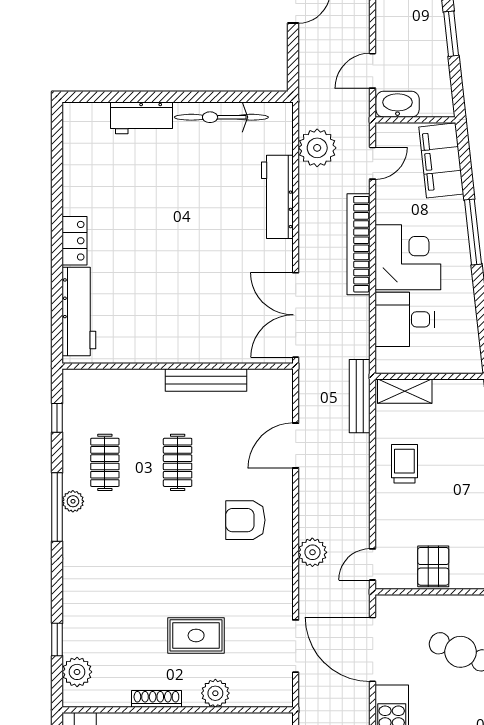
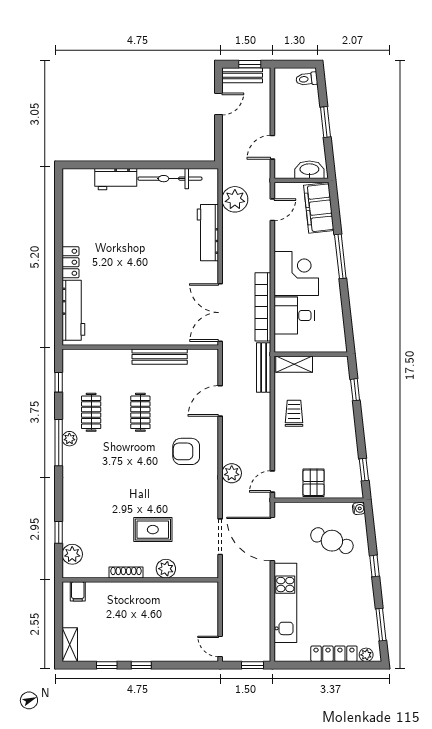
washbasin: (398, 104) -> (309, 170), moved
bookcase: (358, 244) -> (263, 307), moved

